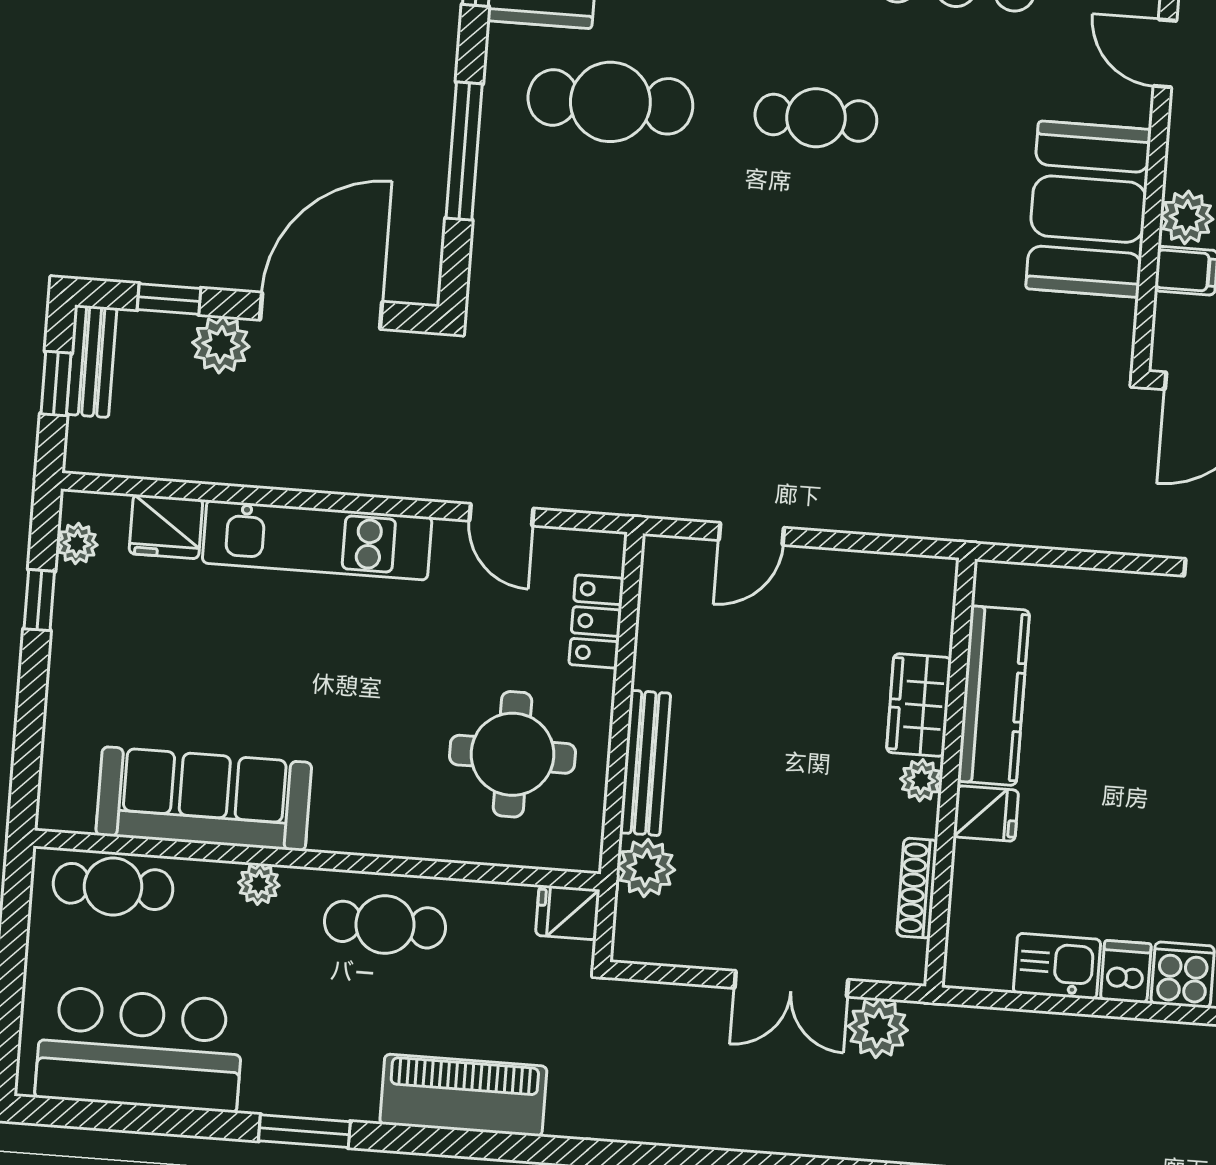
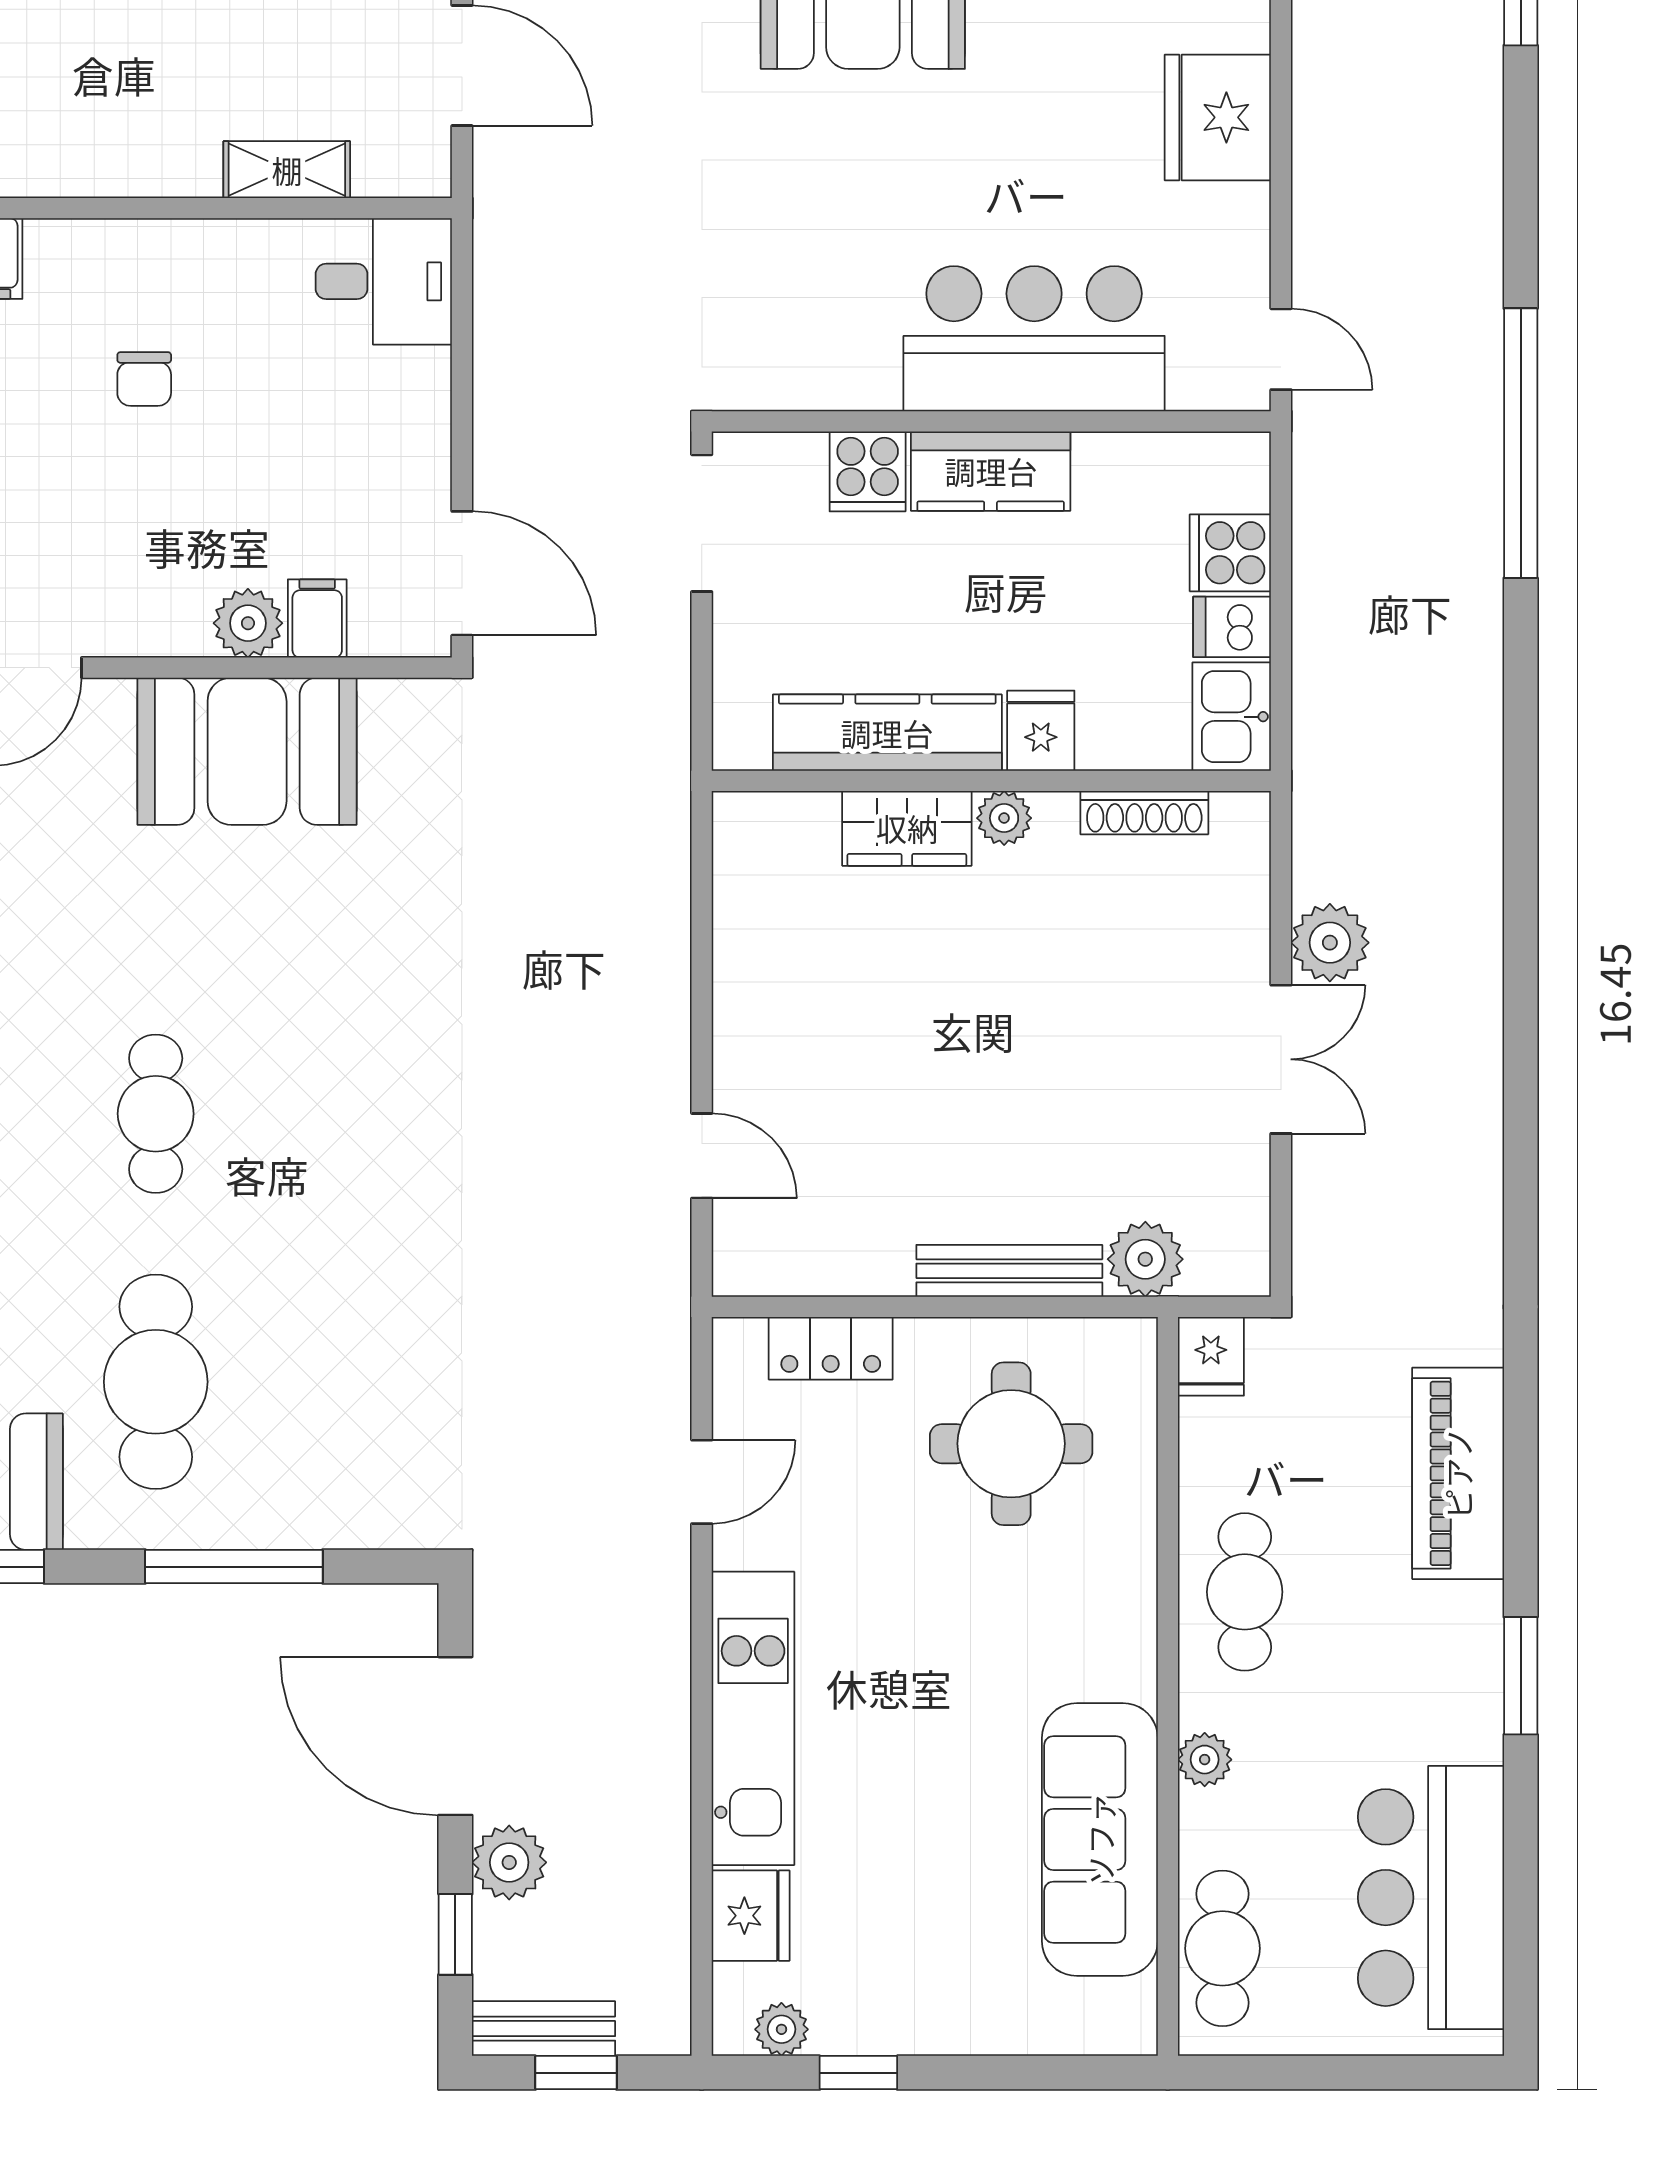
kitchen counter: (994, 696) -> (887, 733), moved
wardrobe: (919, 705) -> (907, 828), moved
wall: (950, 773) -> (991, 781), moved
plant: (921, 780) -> (1004, 818), moved
fridge: (986, 813) -> (1041, 731), moved
shoe rack: (917, 888) -> (1144, 813), moved

